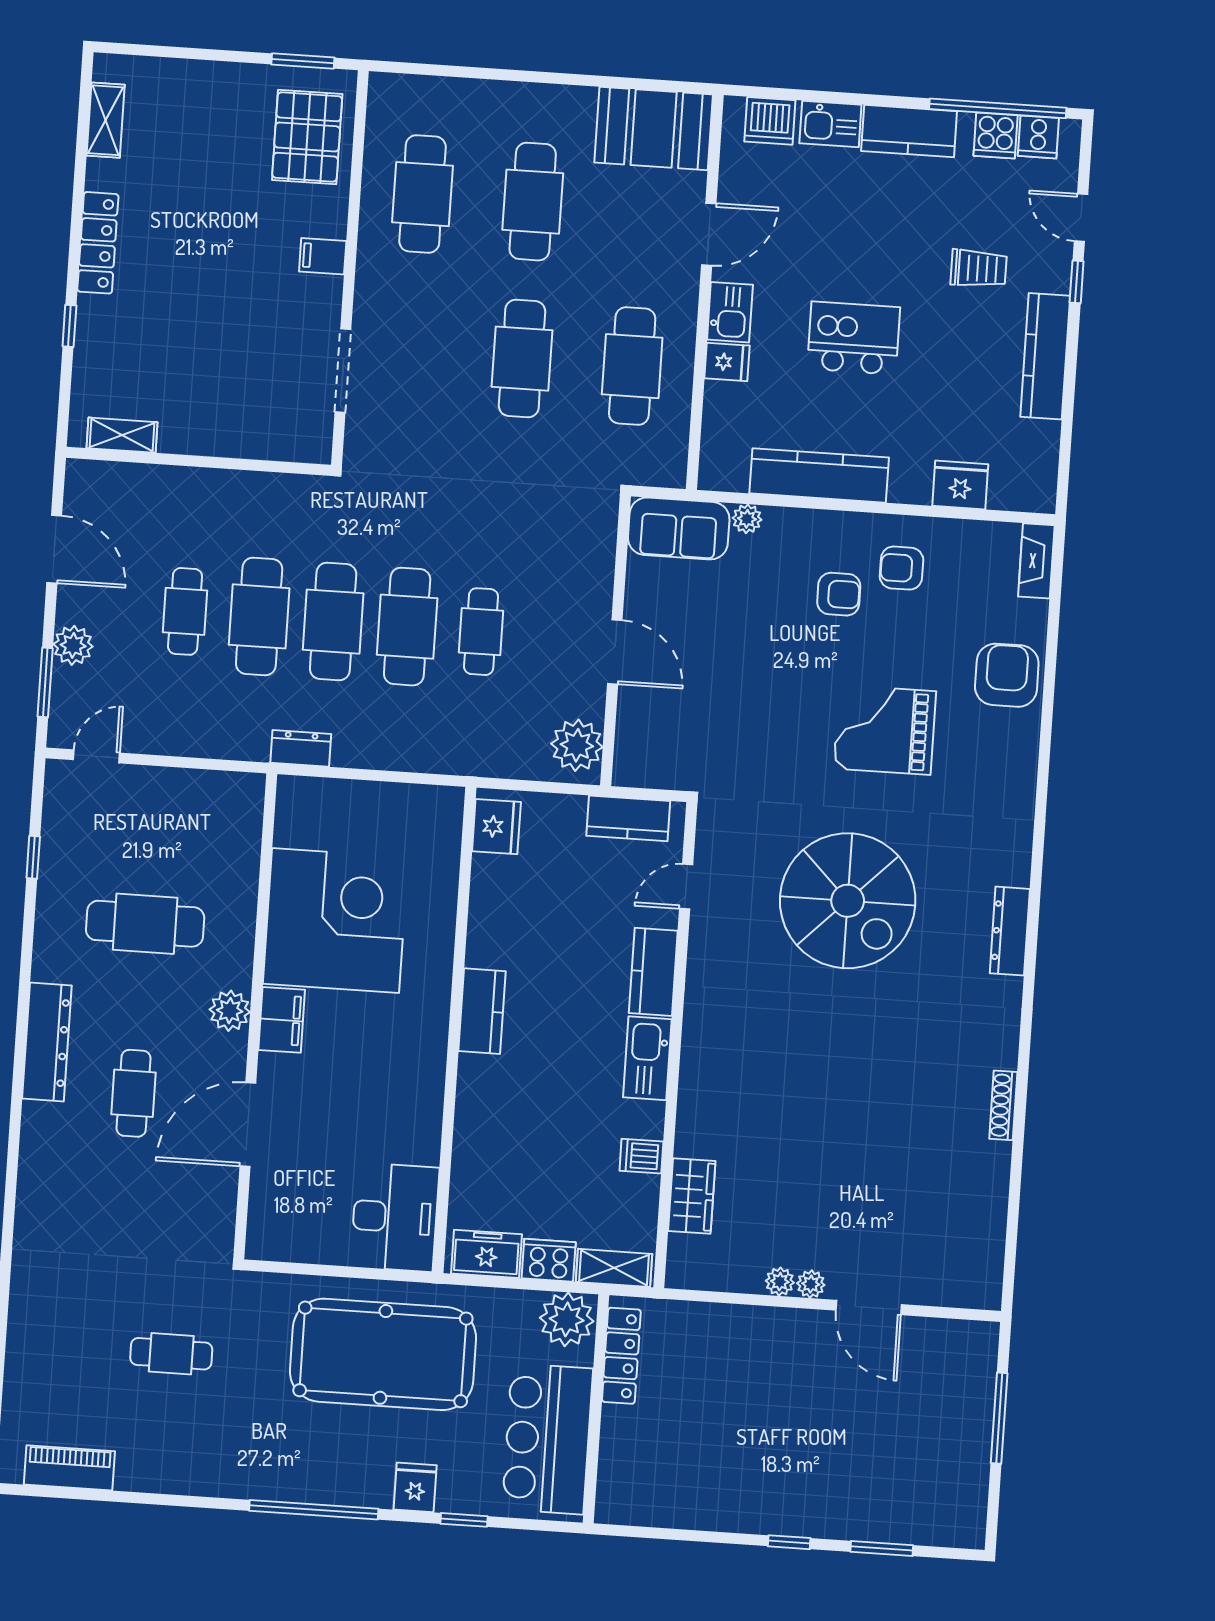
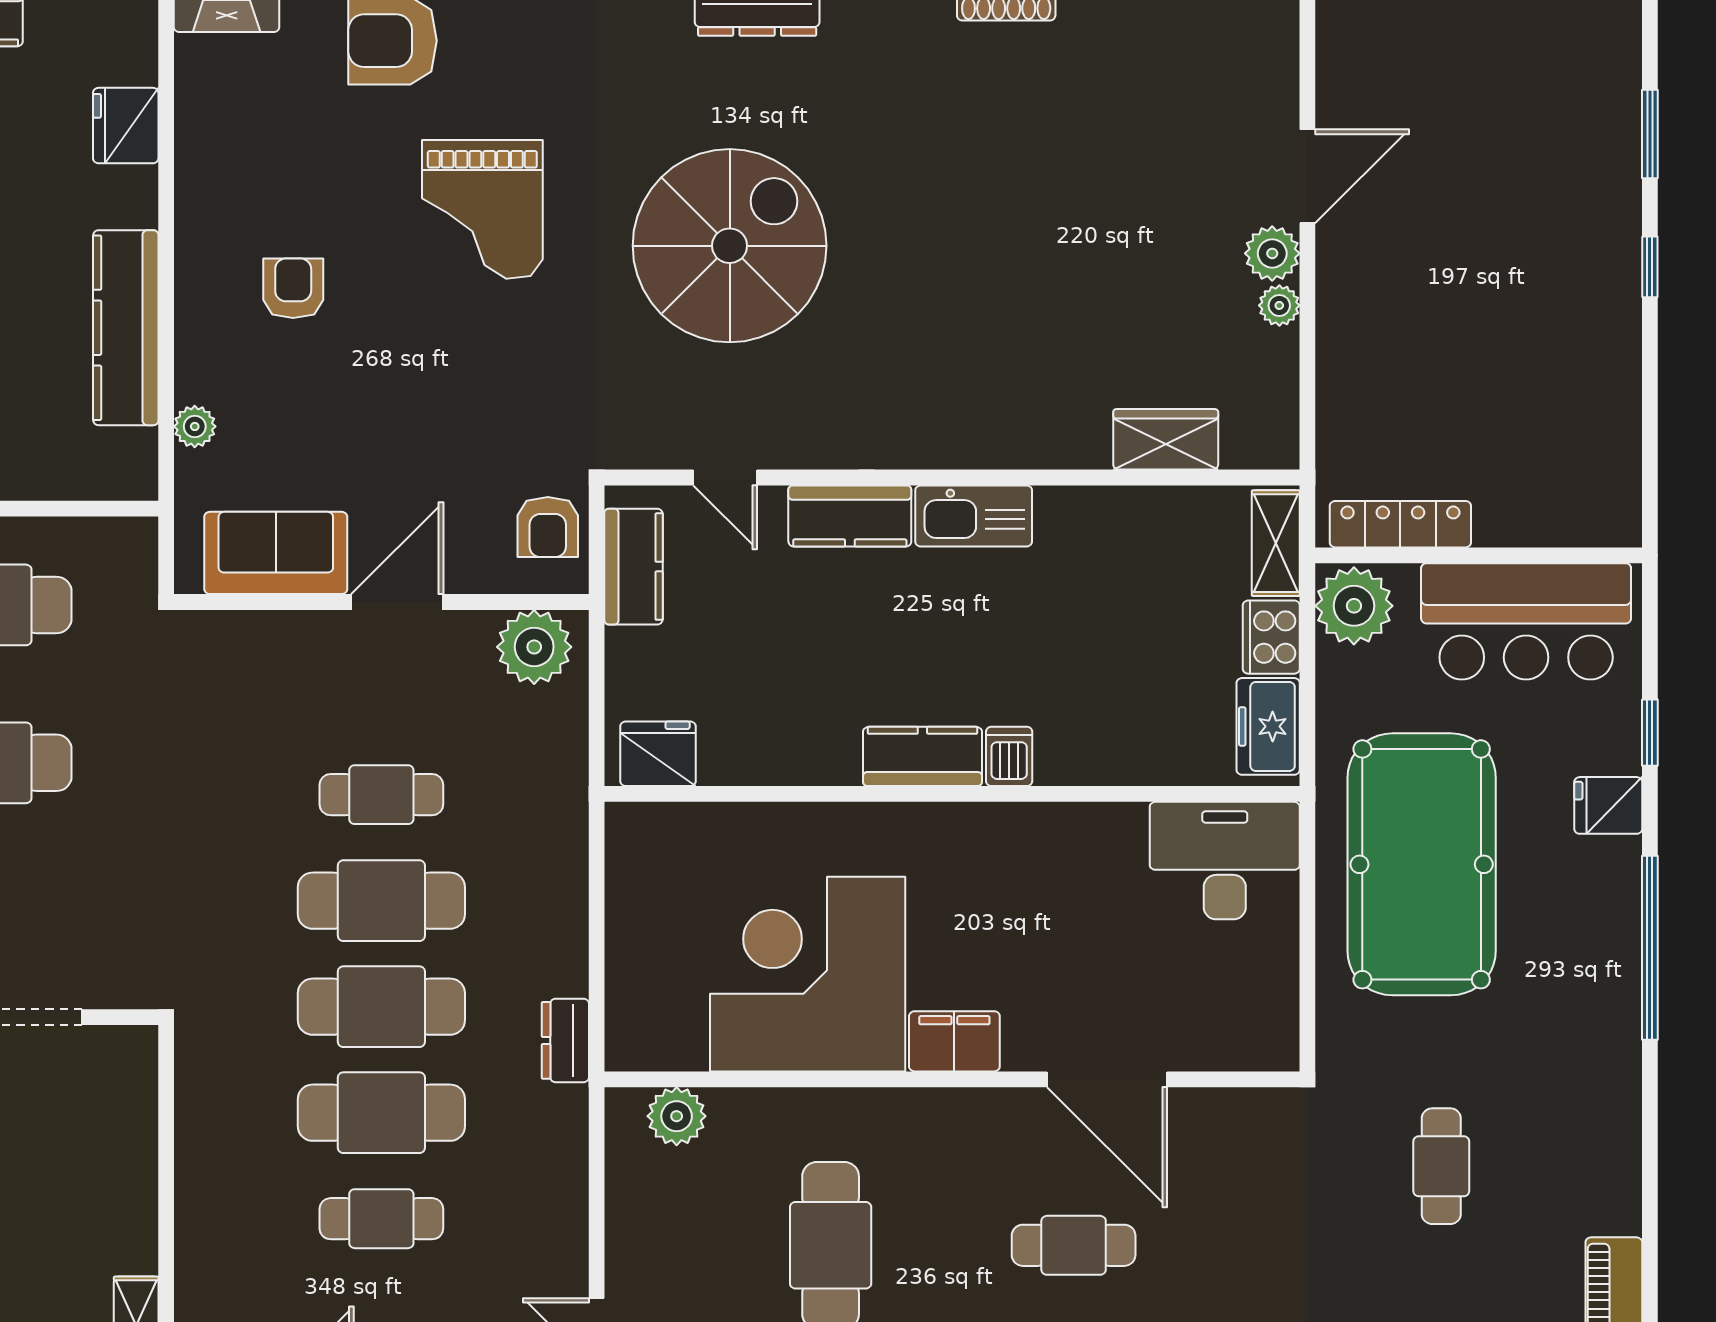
sofa: (679, 528) -> (276, 553), moved, turned -90
armchair: (902, 568) -> (548, 527), moved
plant: (230, 1011) -> (677, 1116), moved
dishwasher: (641, 1156) -> (1009, 756), moved, turned 180
plant: (811, 1284) -> (1272, 253), width x1.38, depth x1.38

